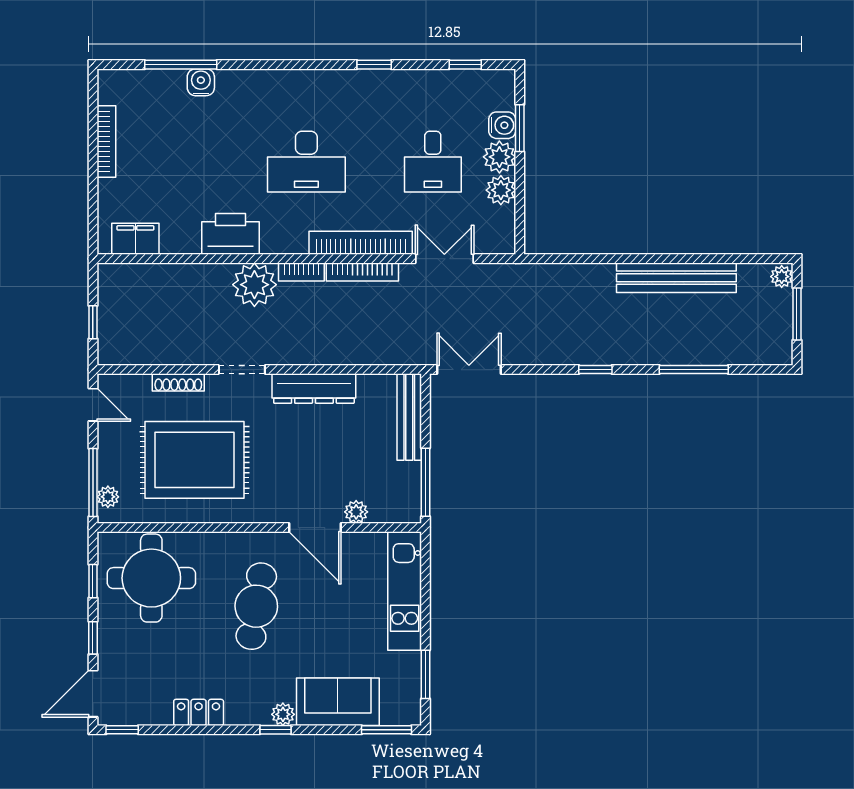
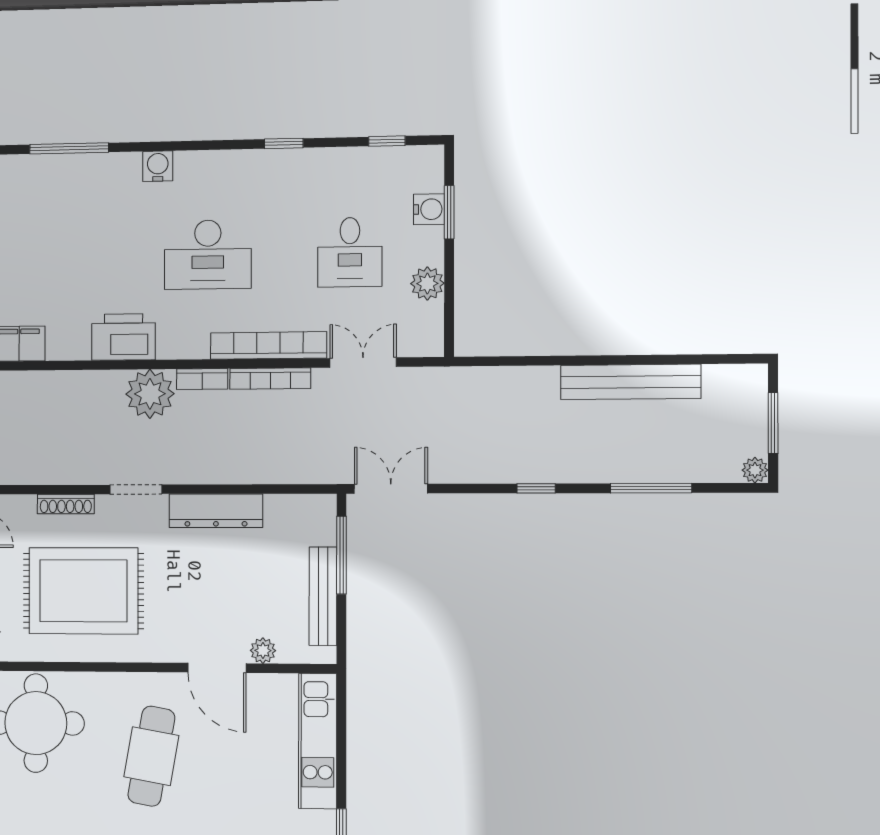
water cooler: (201, 82) -> (158, 166), moved
plant: (499, 157) -> (426, 246), removed
plant: (782, 277) -> (755, 470), moved
bench: (409, 417) -> (323, 596), moved
window: (426, 482) -> (341, 555), moved

